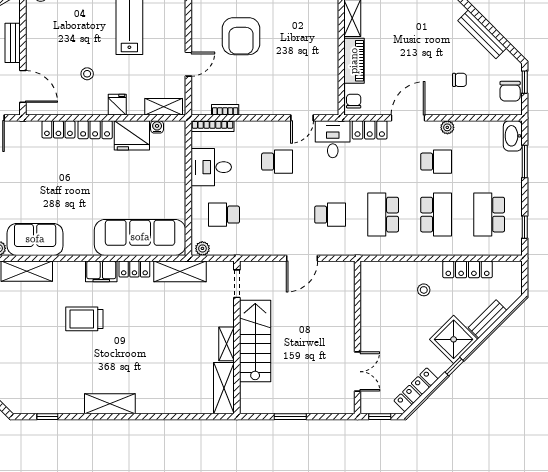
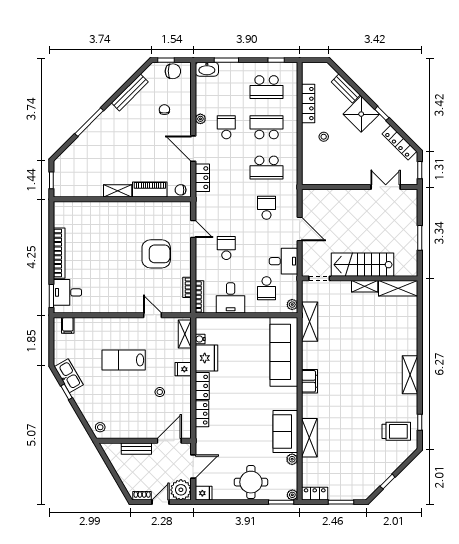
armchair: (241, 36) -> (156, 254), moved
desk: (333, 139) -> (284, 261), moved, turned 180
locker: (134, 269) -> (308, 356), removed
trolley: (84, 319) -> (396, 431), moved, turned -90

